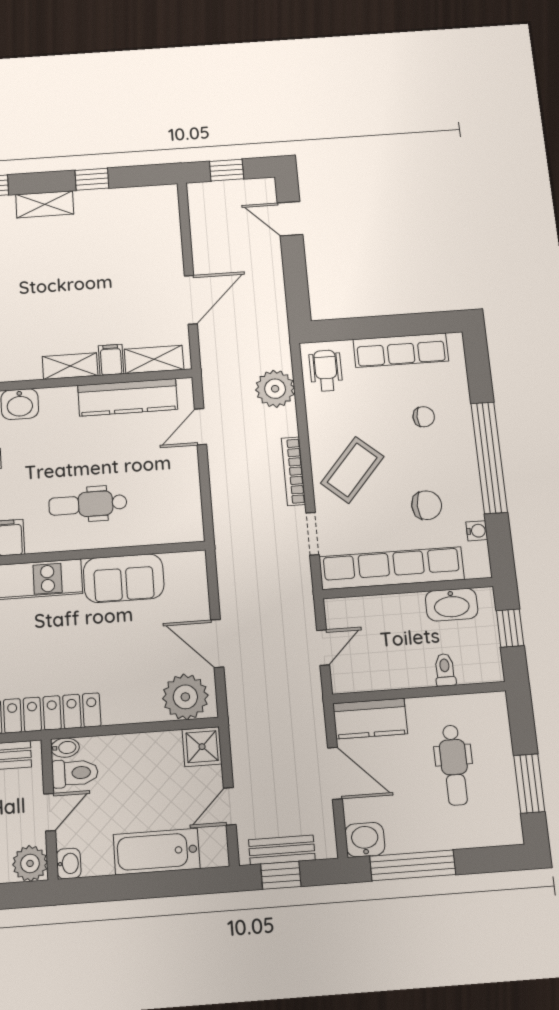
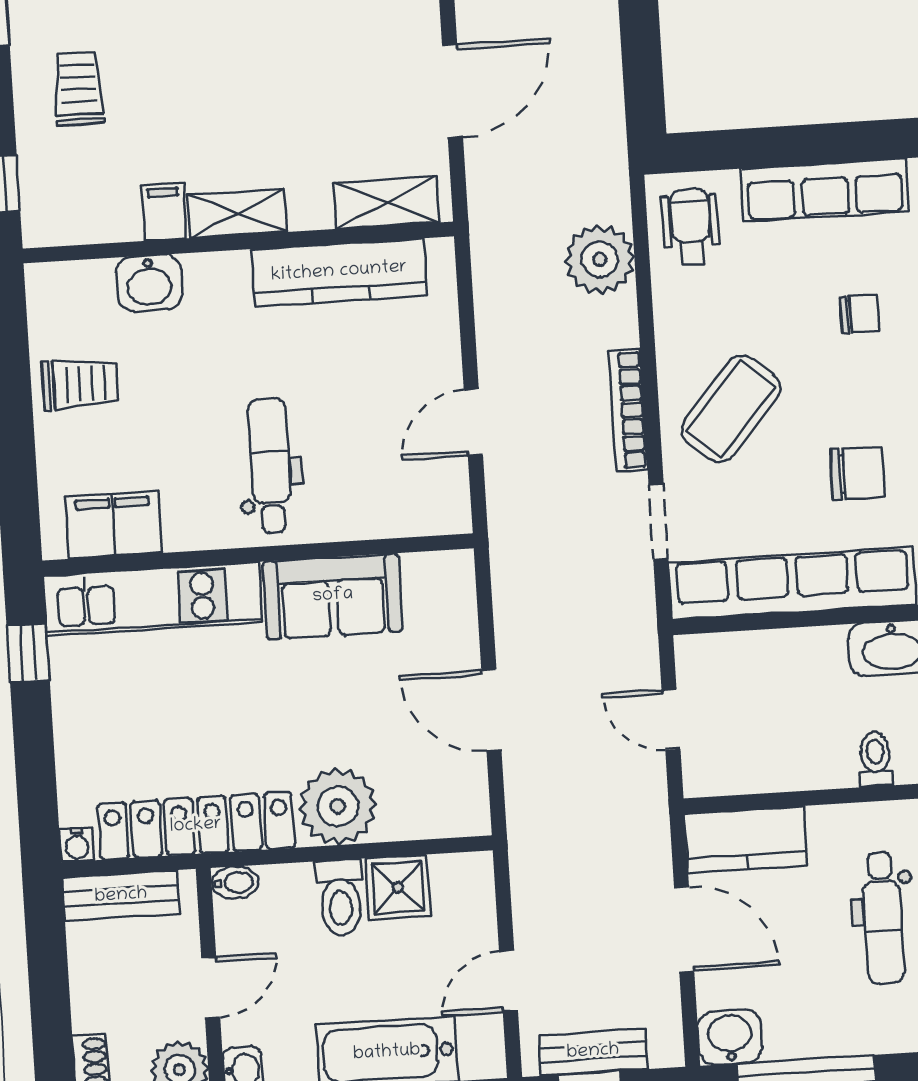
filing cabinet: (111, 360) -> (164, 212), moved
door: (201, 427) -> (473, 422), moved
dental chair: (88, 504) -> (270, 465), turned 90
door: (323, 648) -> (671, 719), swing flipped
plant: (185, 697) -> (338, 806), moved
shower: (202, 747) -> (398, 887), moved
toilet: (75, 773) -> (340, 898), moved, turned 90

